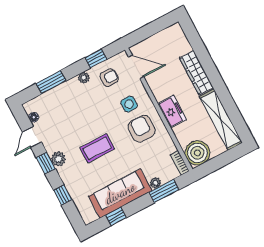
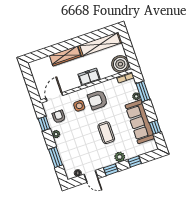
plant: (58, 159) -> (120, 157), moved

